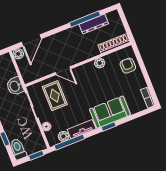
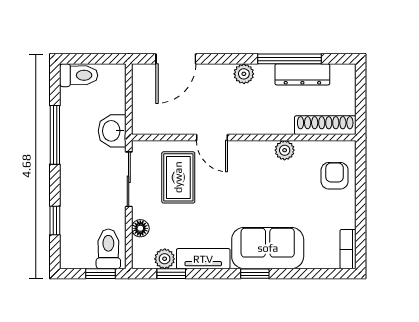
plant: (18, 54) -> (244, 74), moved
window: (69, 142) -> (171, 274), width x0.46
toilet: (18, 149) -> (108, 249), moved

